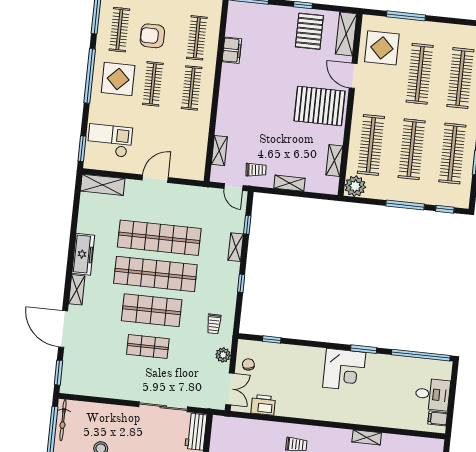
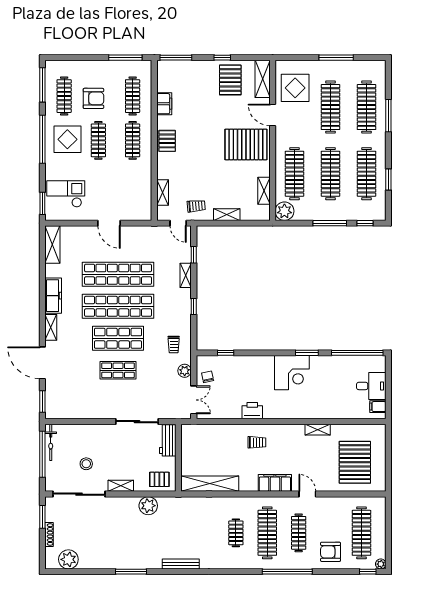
window: (406, 16) -> (336, 58), moved
armchair: (152, 36) -> (93, 98), turned 180
pallet: (231, 93) -> (167, 141), added
door: (155, 179) -> (109, 223), swing flipped
shelving: (103, 185) -> (52, 244), moved, turned 90
printer: (263, 405) -> (252, 411), moved

